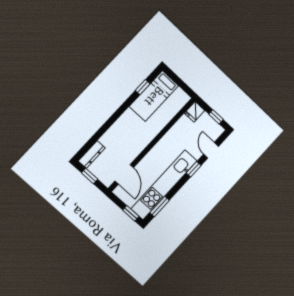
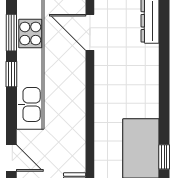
window: (194, 169) -> (11, 74), moved

